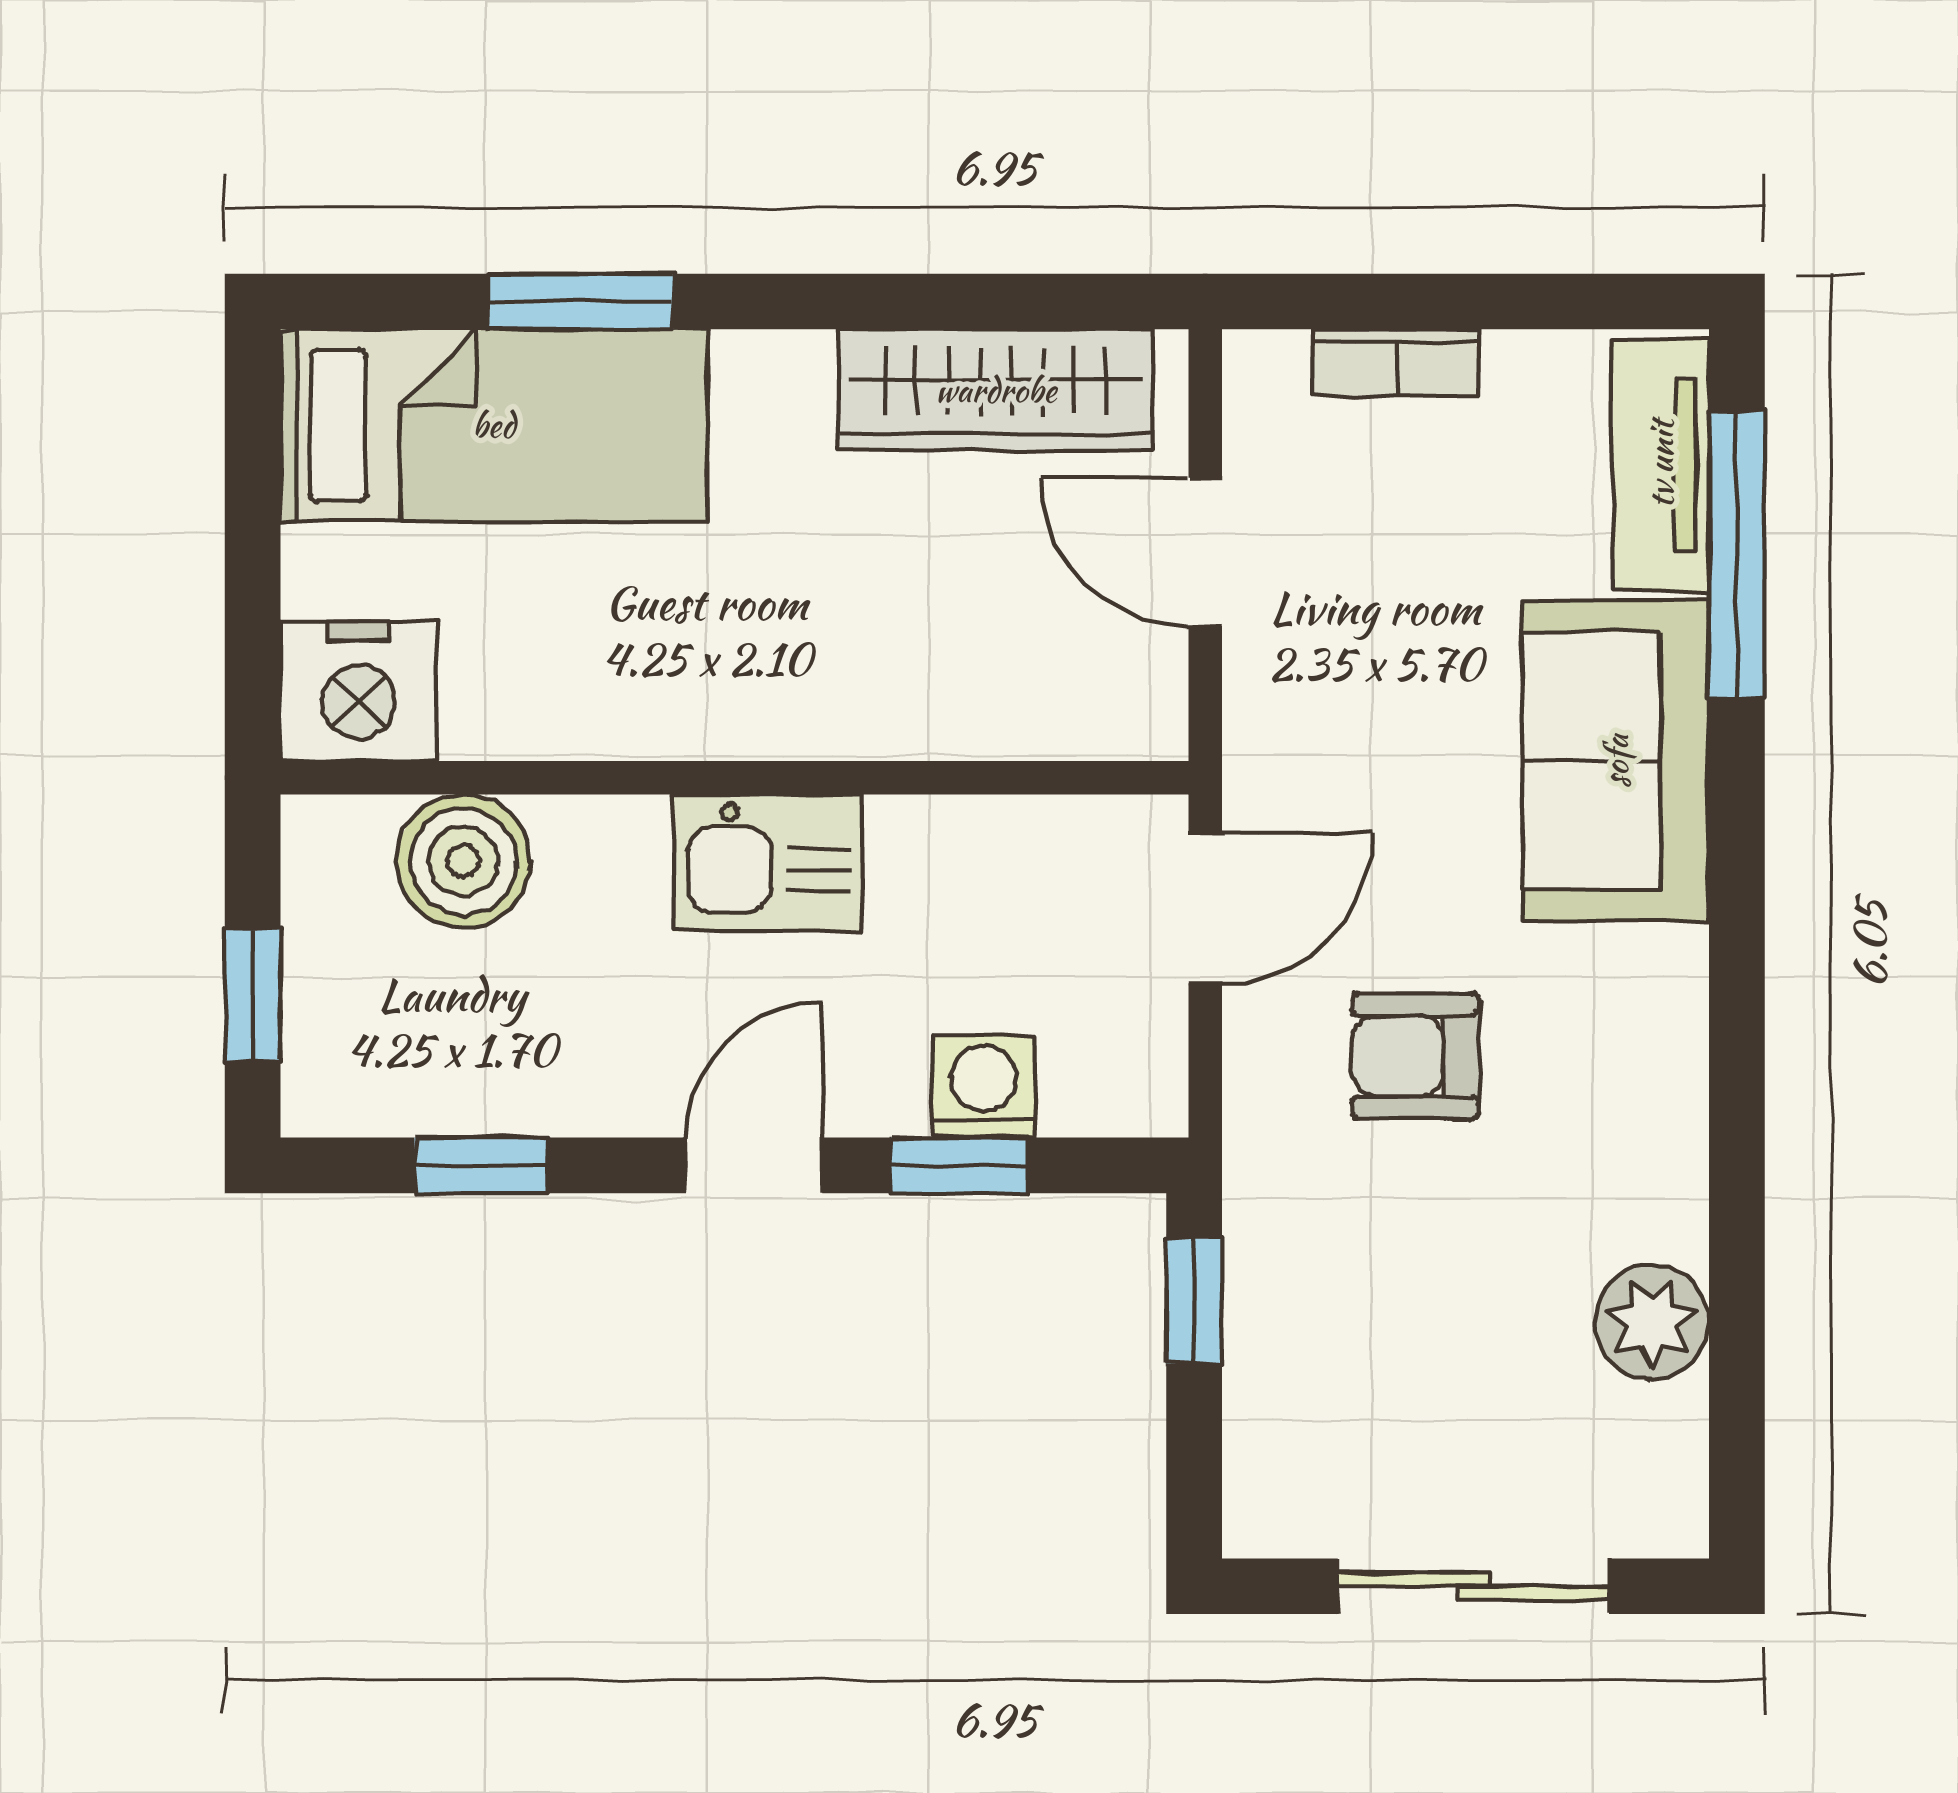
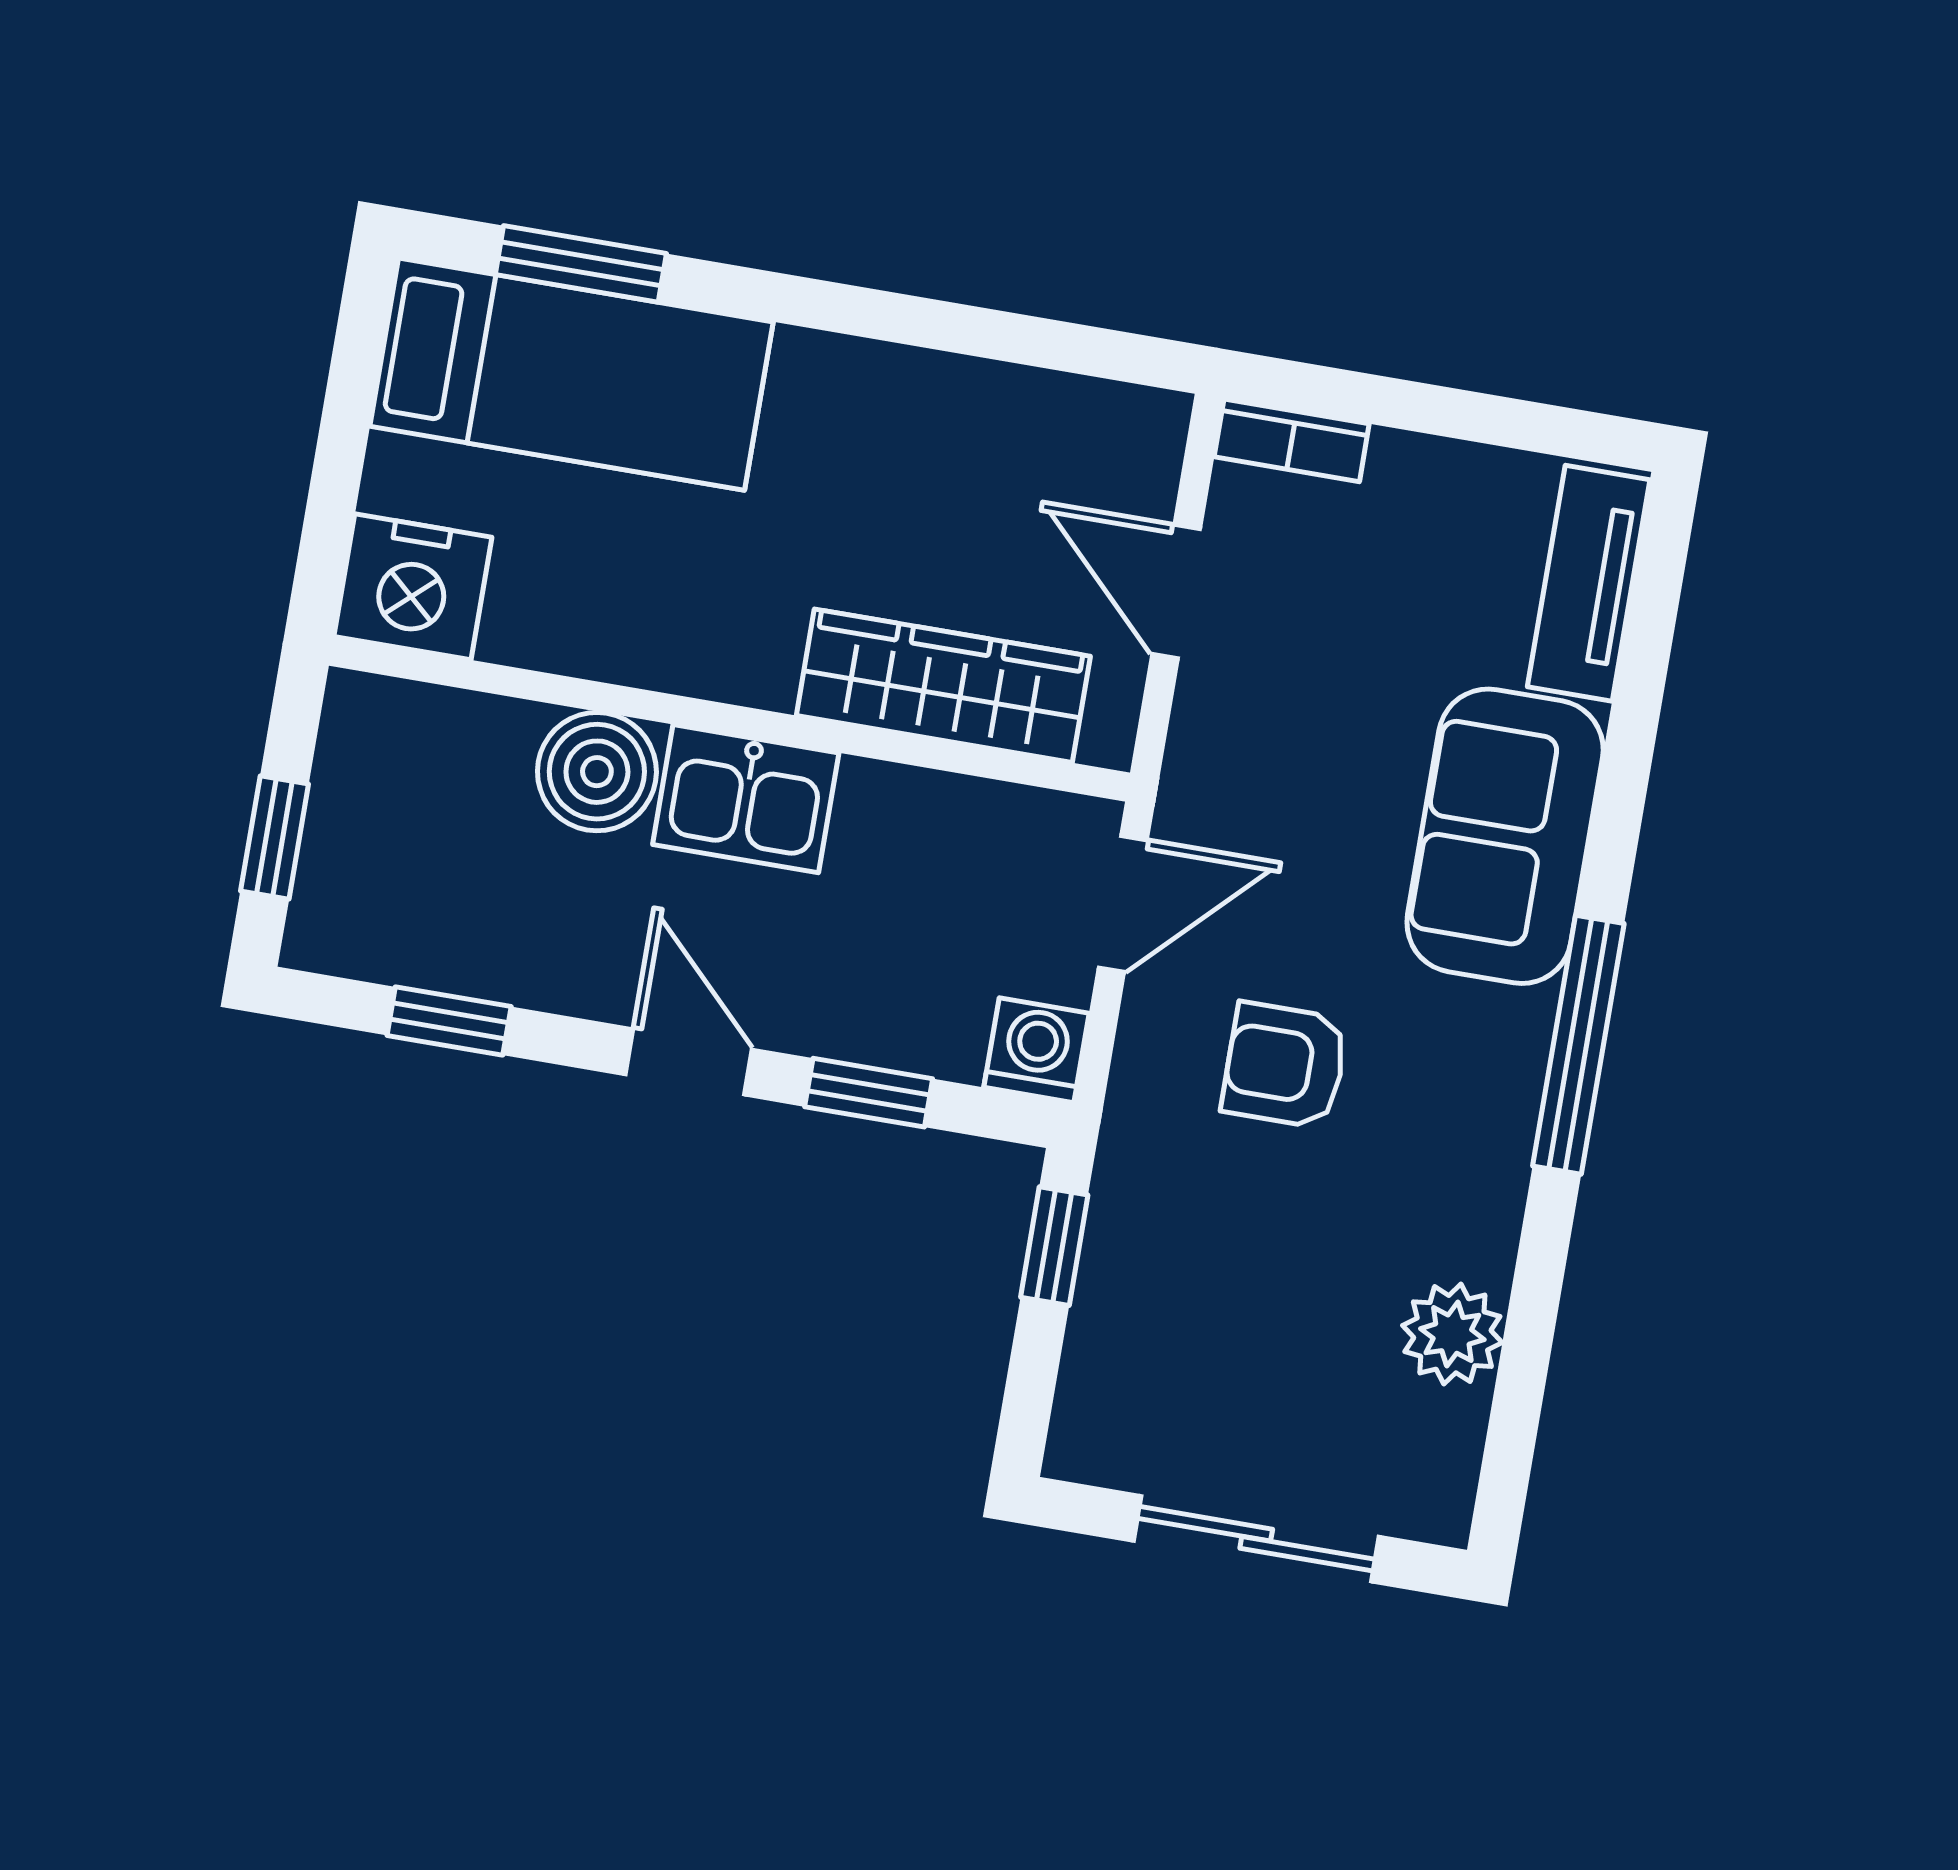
window: (580, 301) -> (581, 264), moved
bookcase: (1396, 362) -> (1292, 440), moved
wardrobe: (996, 390) -> (943, 686), moved, turned 180
window: (1737, 555) -> (1578, 1045), moved
boiler: (463, 861) -> (597, 772), moved
washing machine: (984, 1086) -> (1037, 1050), moved
door: (754, 1165) -> (689, 1062), hinge flipped

